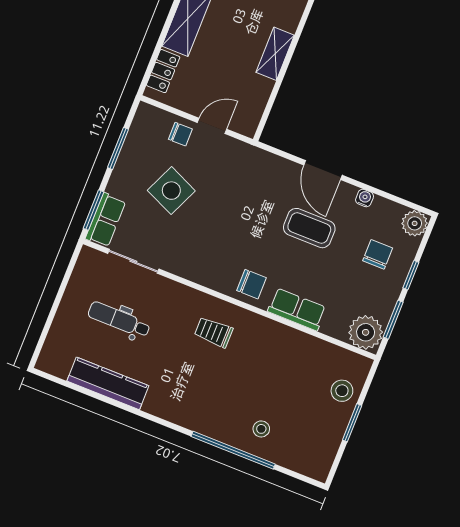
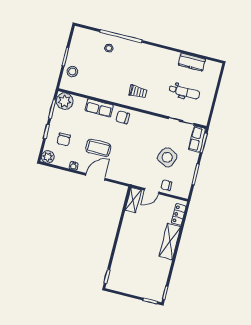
shelving: (275, 54) -> (133, 200), moved
door: (323, 170) -> (95, 177), hinge flipped
kitchen counter: (108, 383) -> (192, 62), width x0.67

